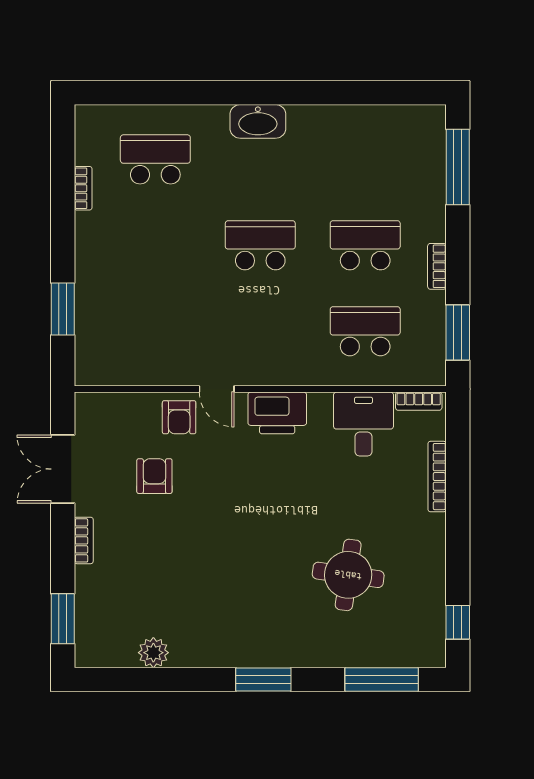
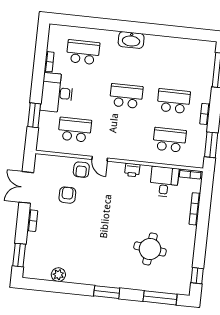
desk: (108, 255) -> (57, 93), added
school desk: (155, 331) -> (75, 130), added
printer: (277, 413) -> (132, 170), width x0.53, depth x0.68

